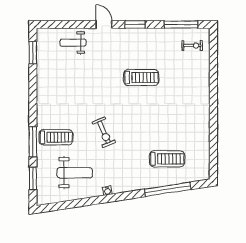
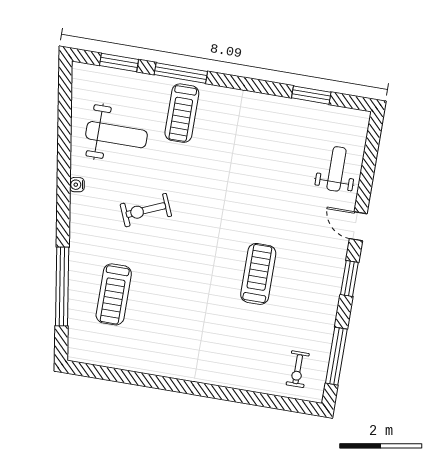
door: (104, 24) -> (358, 226), swing flipped
window: (33, 53) -> (311, 95), moved
treadmill: (141, 77) -> (258, 274), turned 180
exercise bike: (104, 132) -> (146, 210), moved
weight bench: (75, 173) -> (117, 135), turned -90

